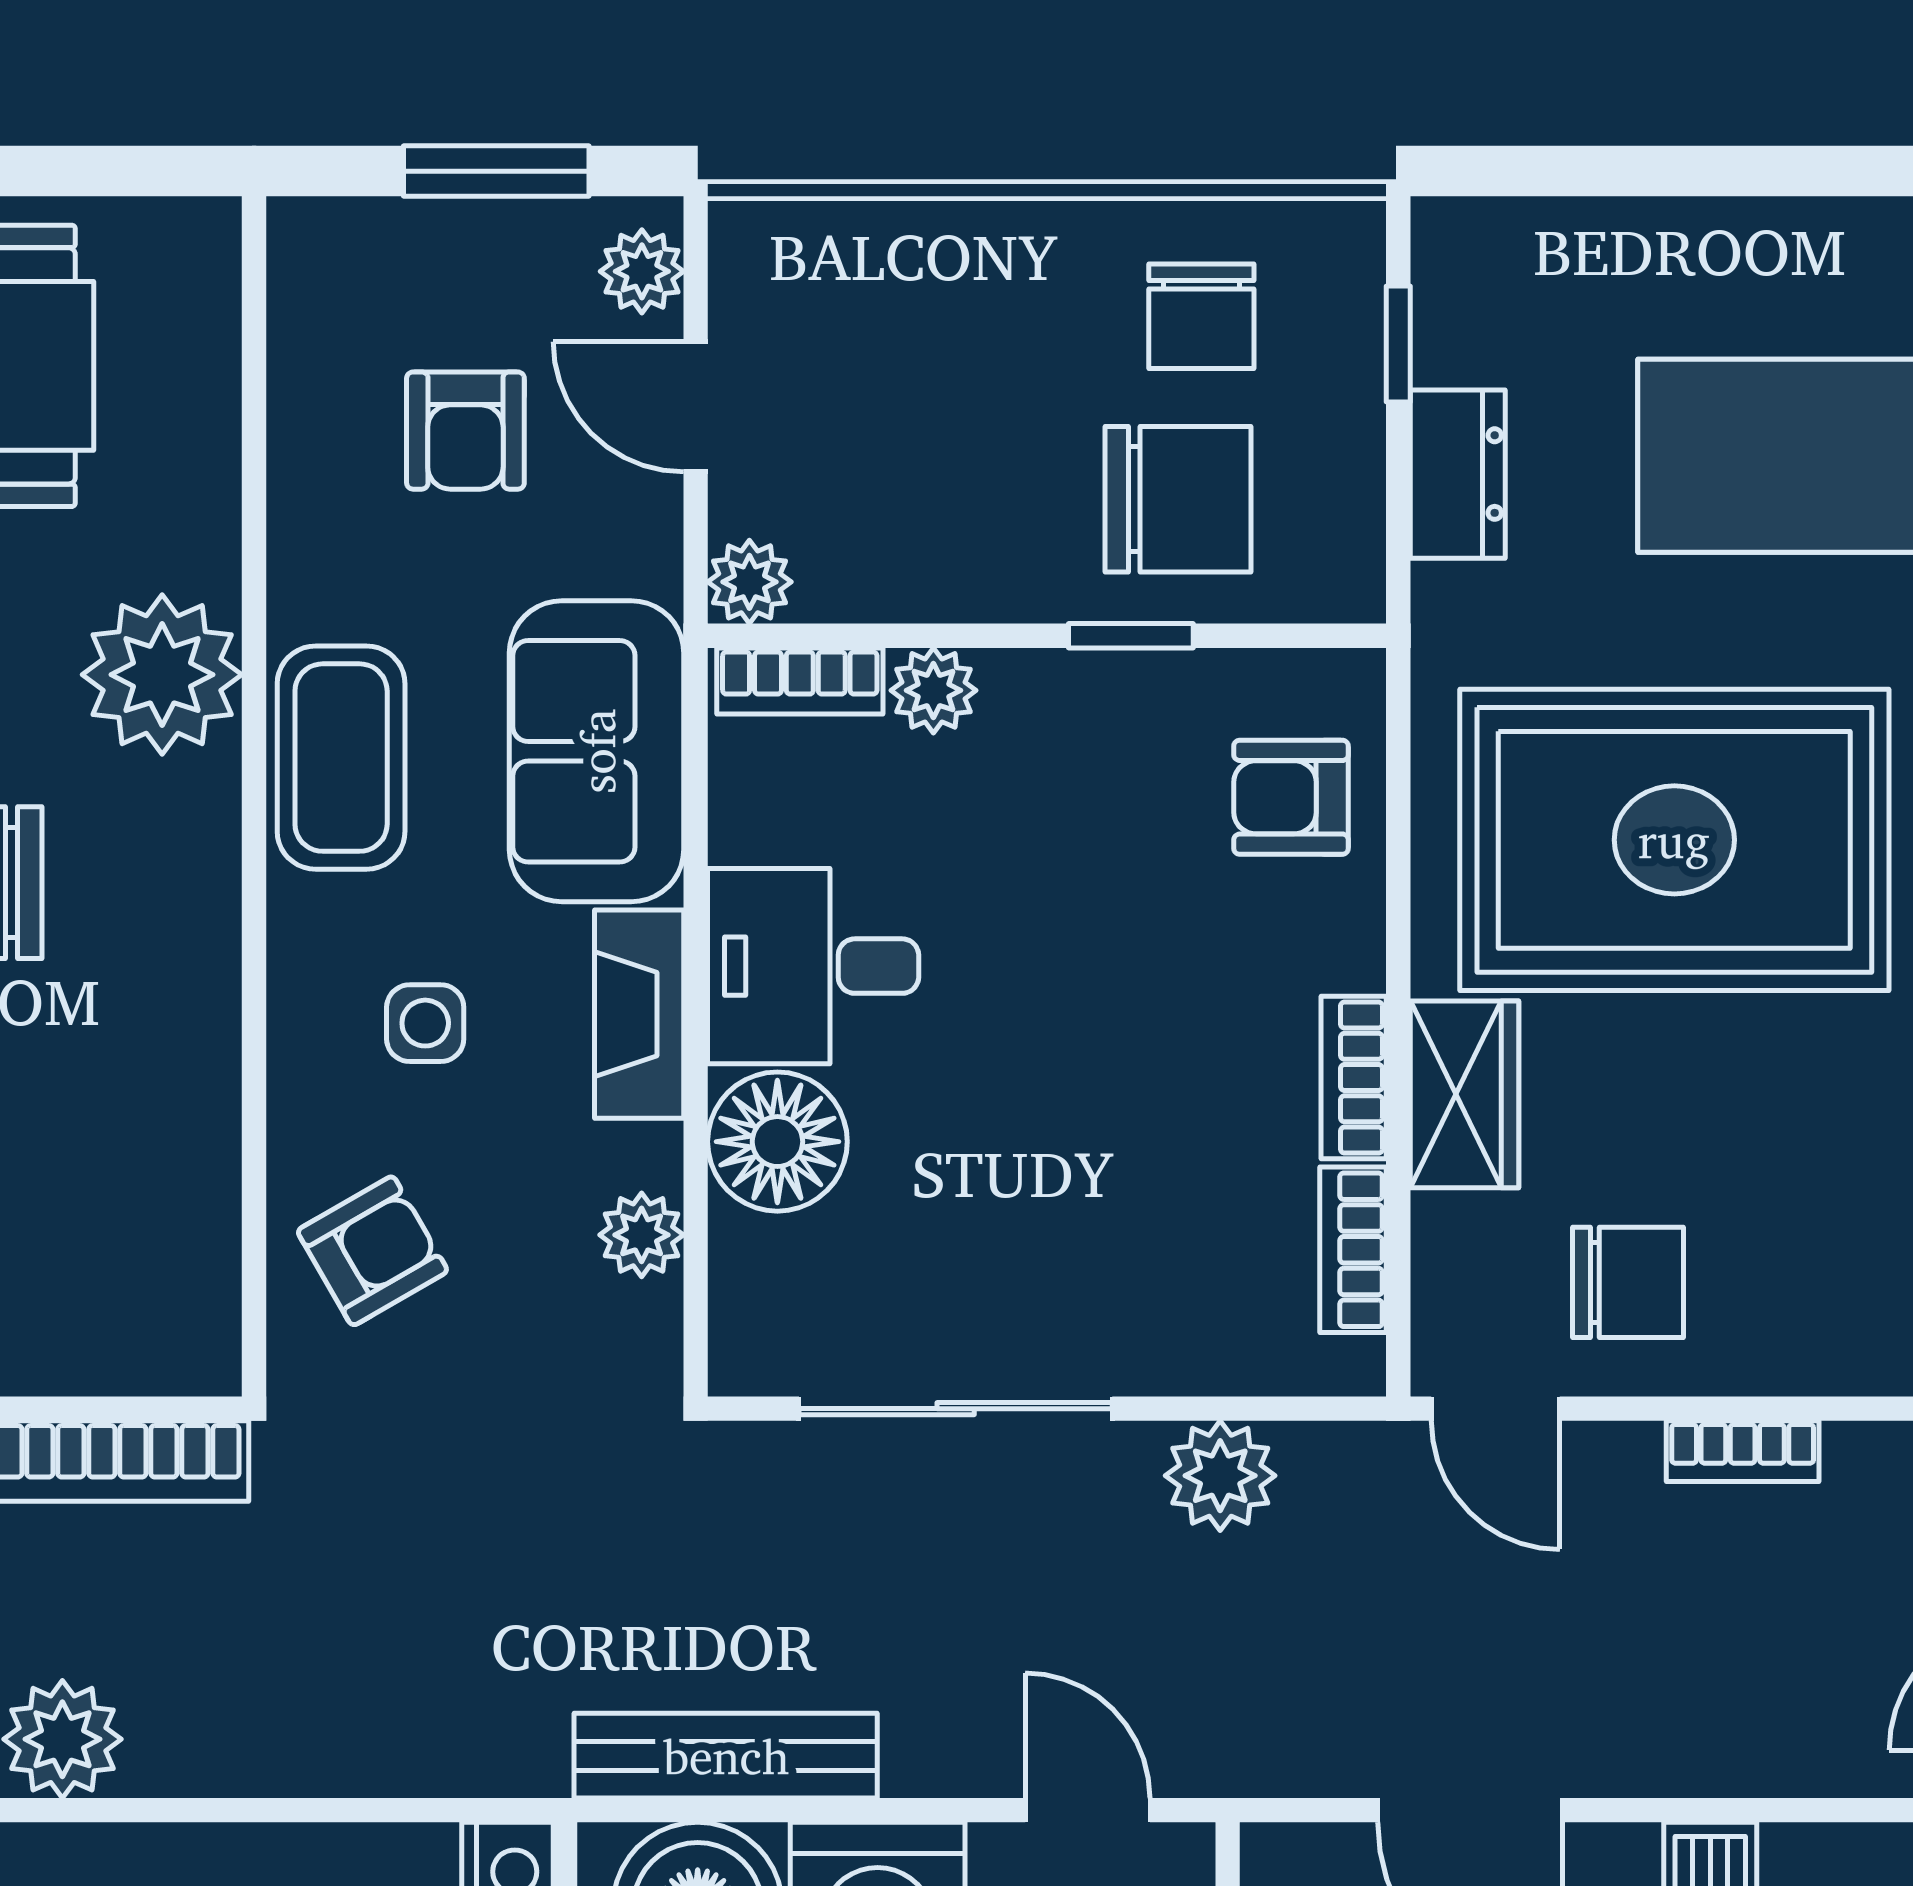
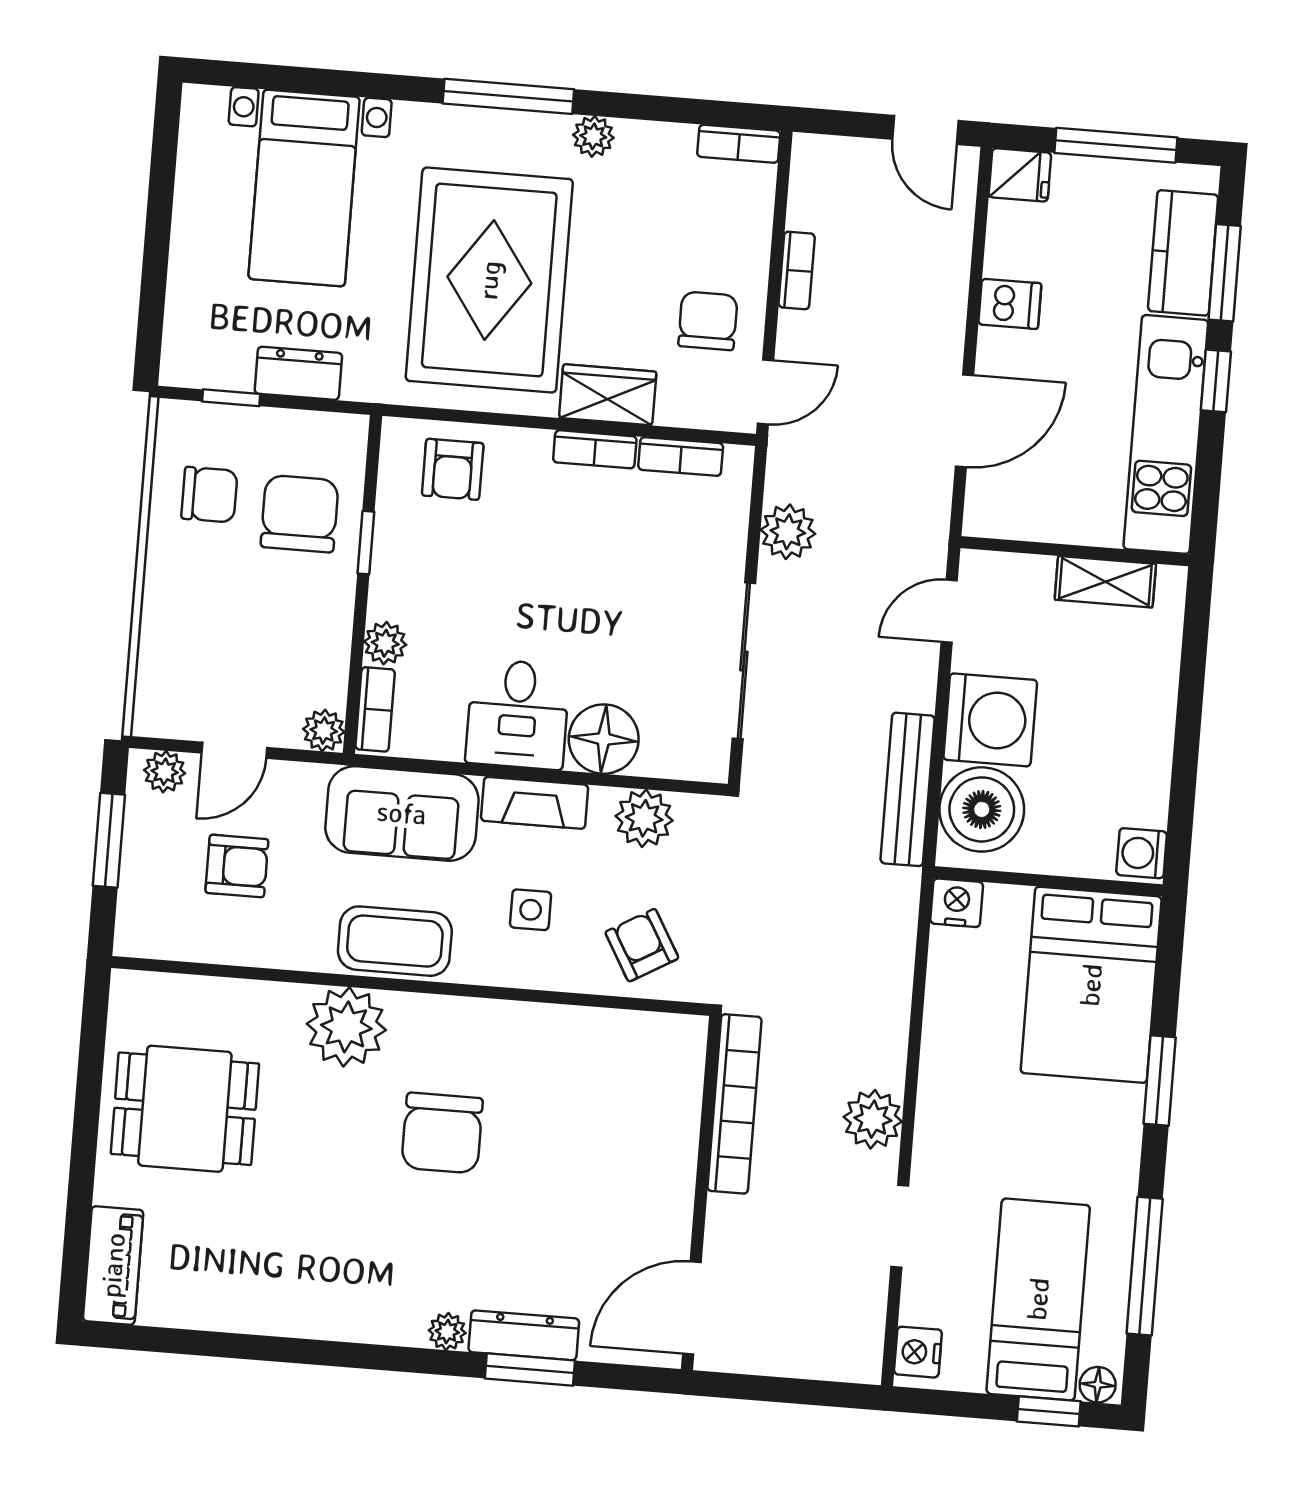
plant: (642, 1235) -> (644, 818), width x1.38, depth x1.38

